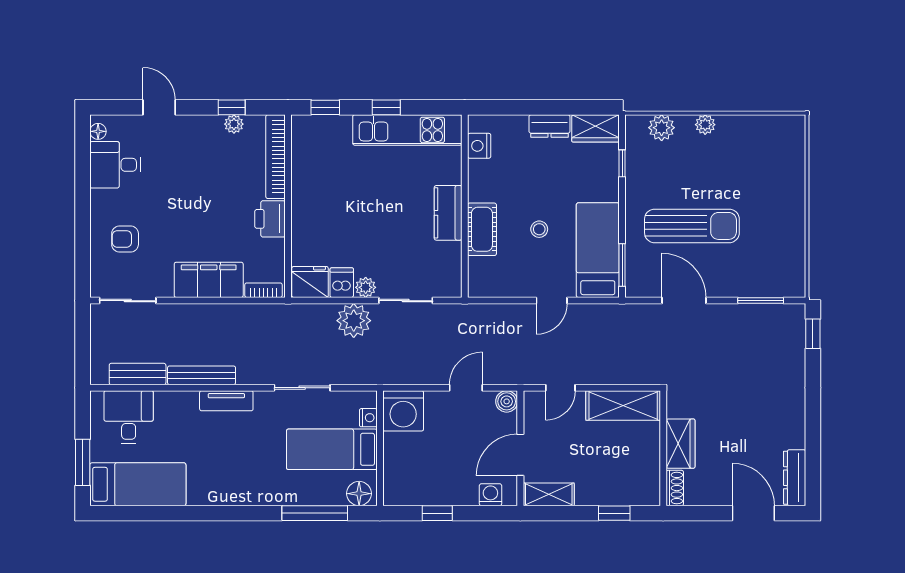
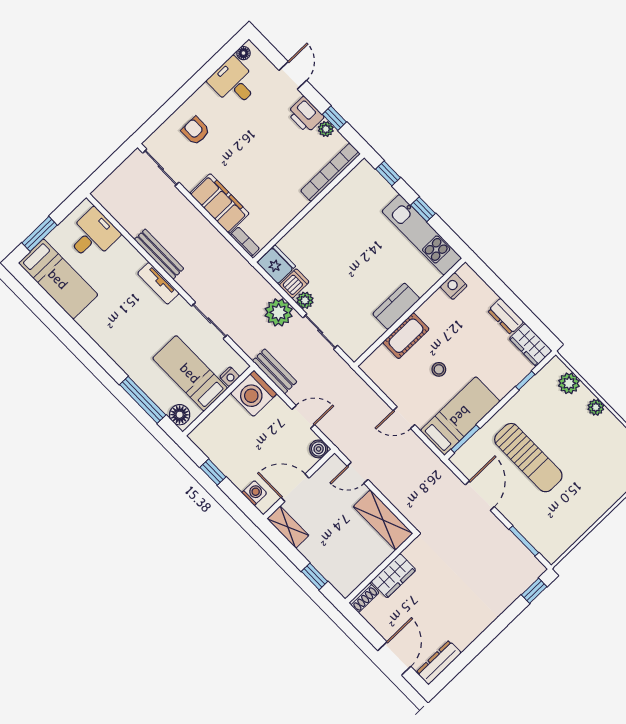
printer: (270, 219) -> (305, 115), moved, turned -90
bench: (138, 374) -> (275, 371), moved

